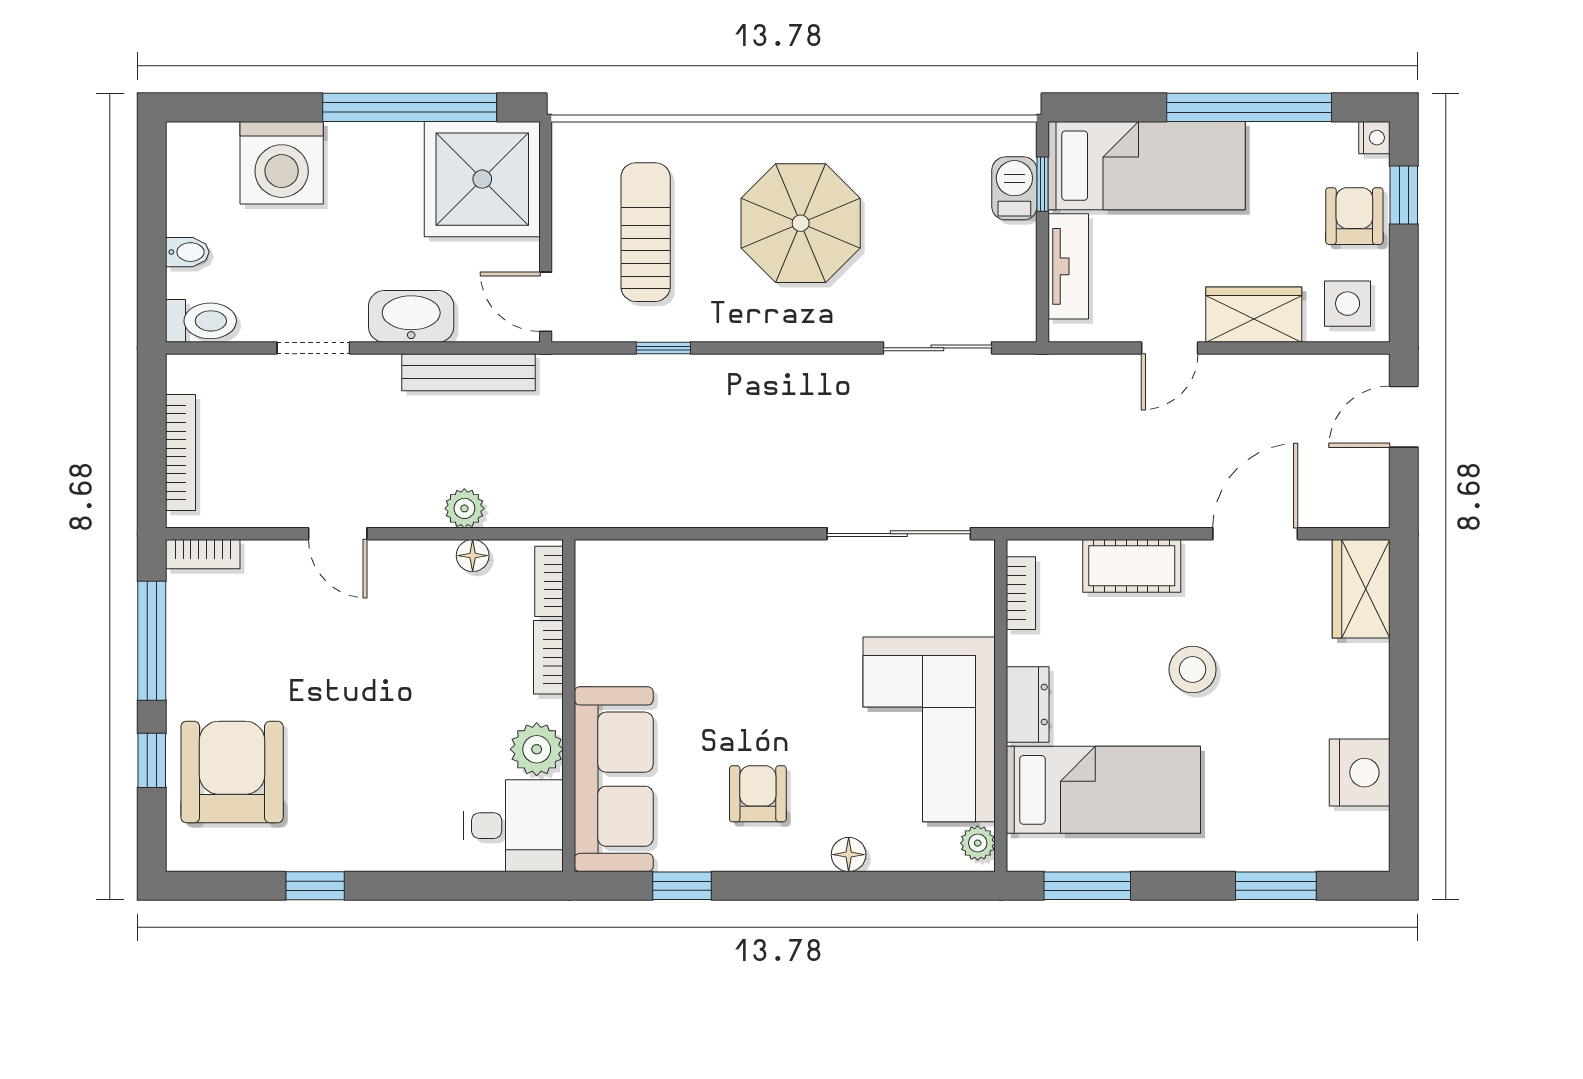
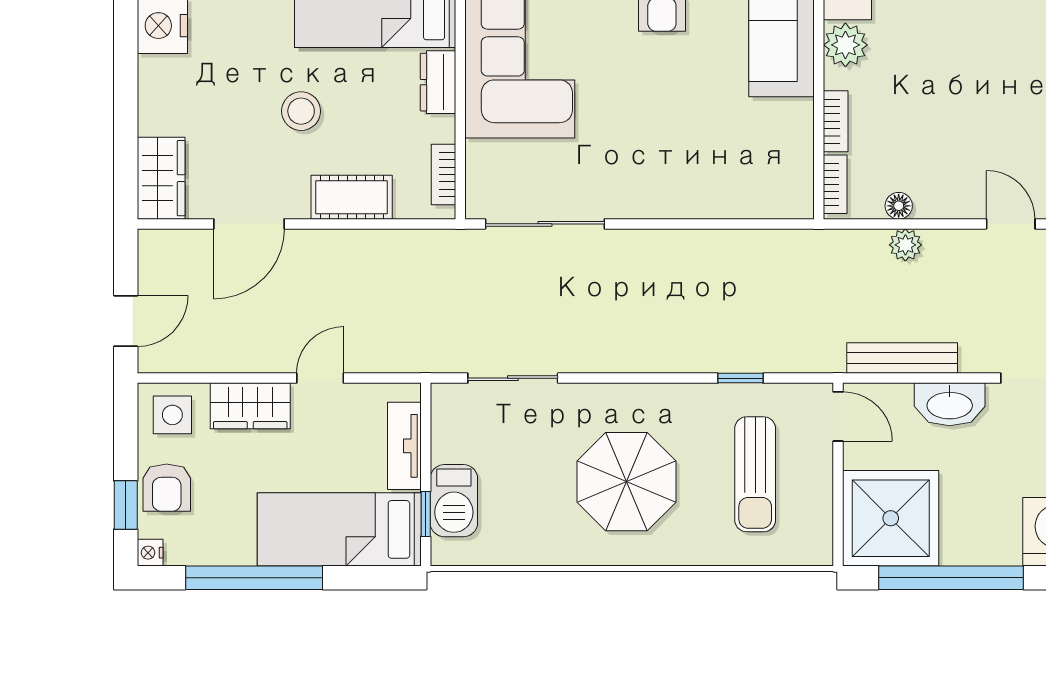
barbecue: (1014, 188) -> (454, 501), width x1.38, depth x1.27

